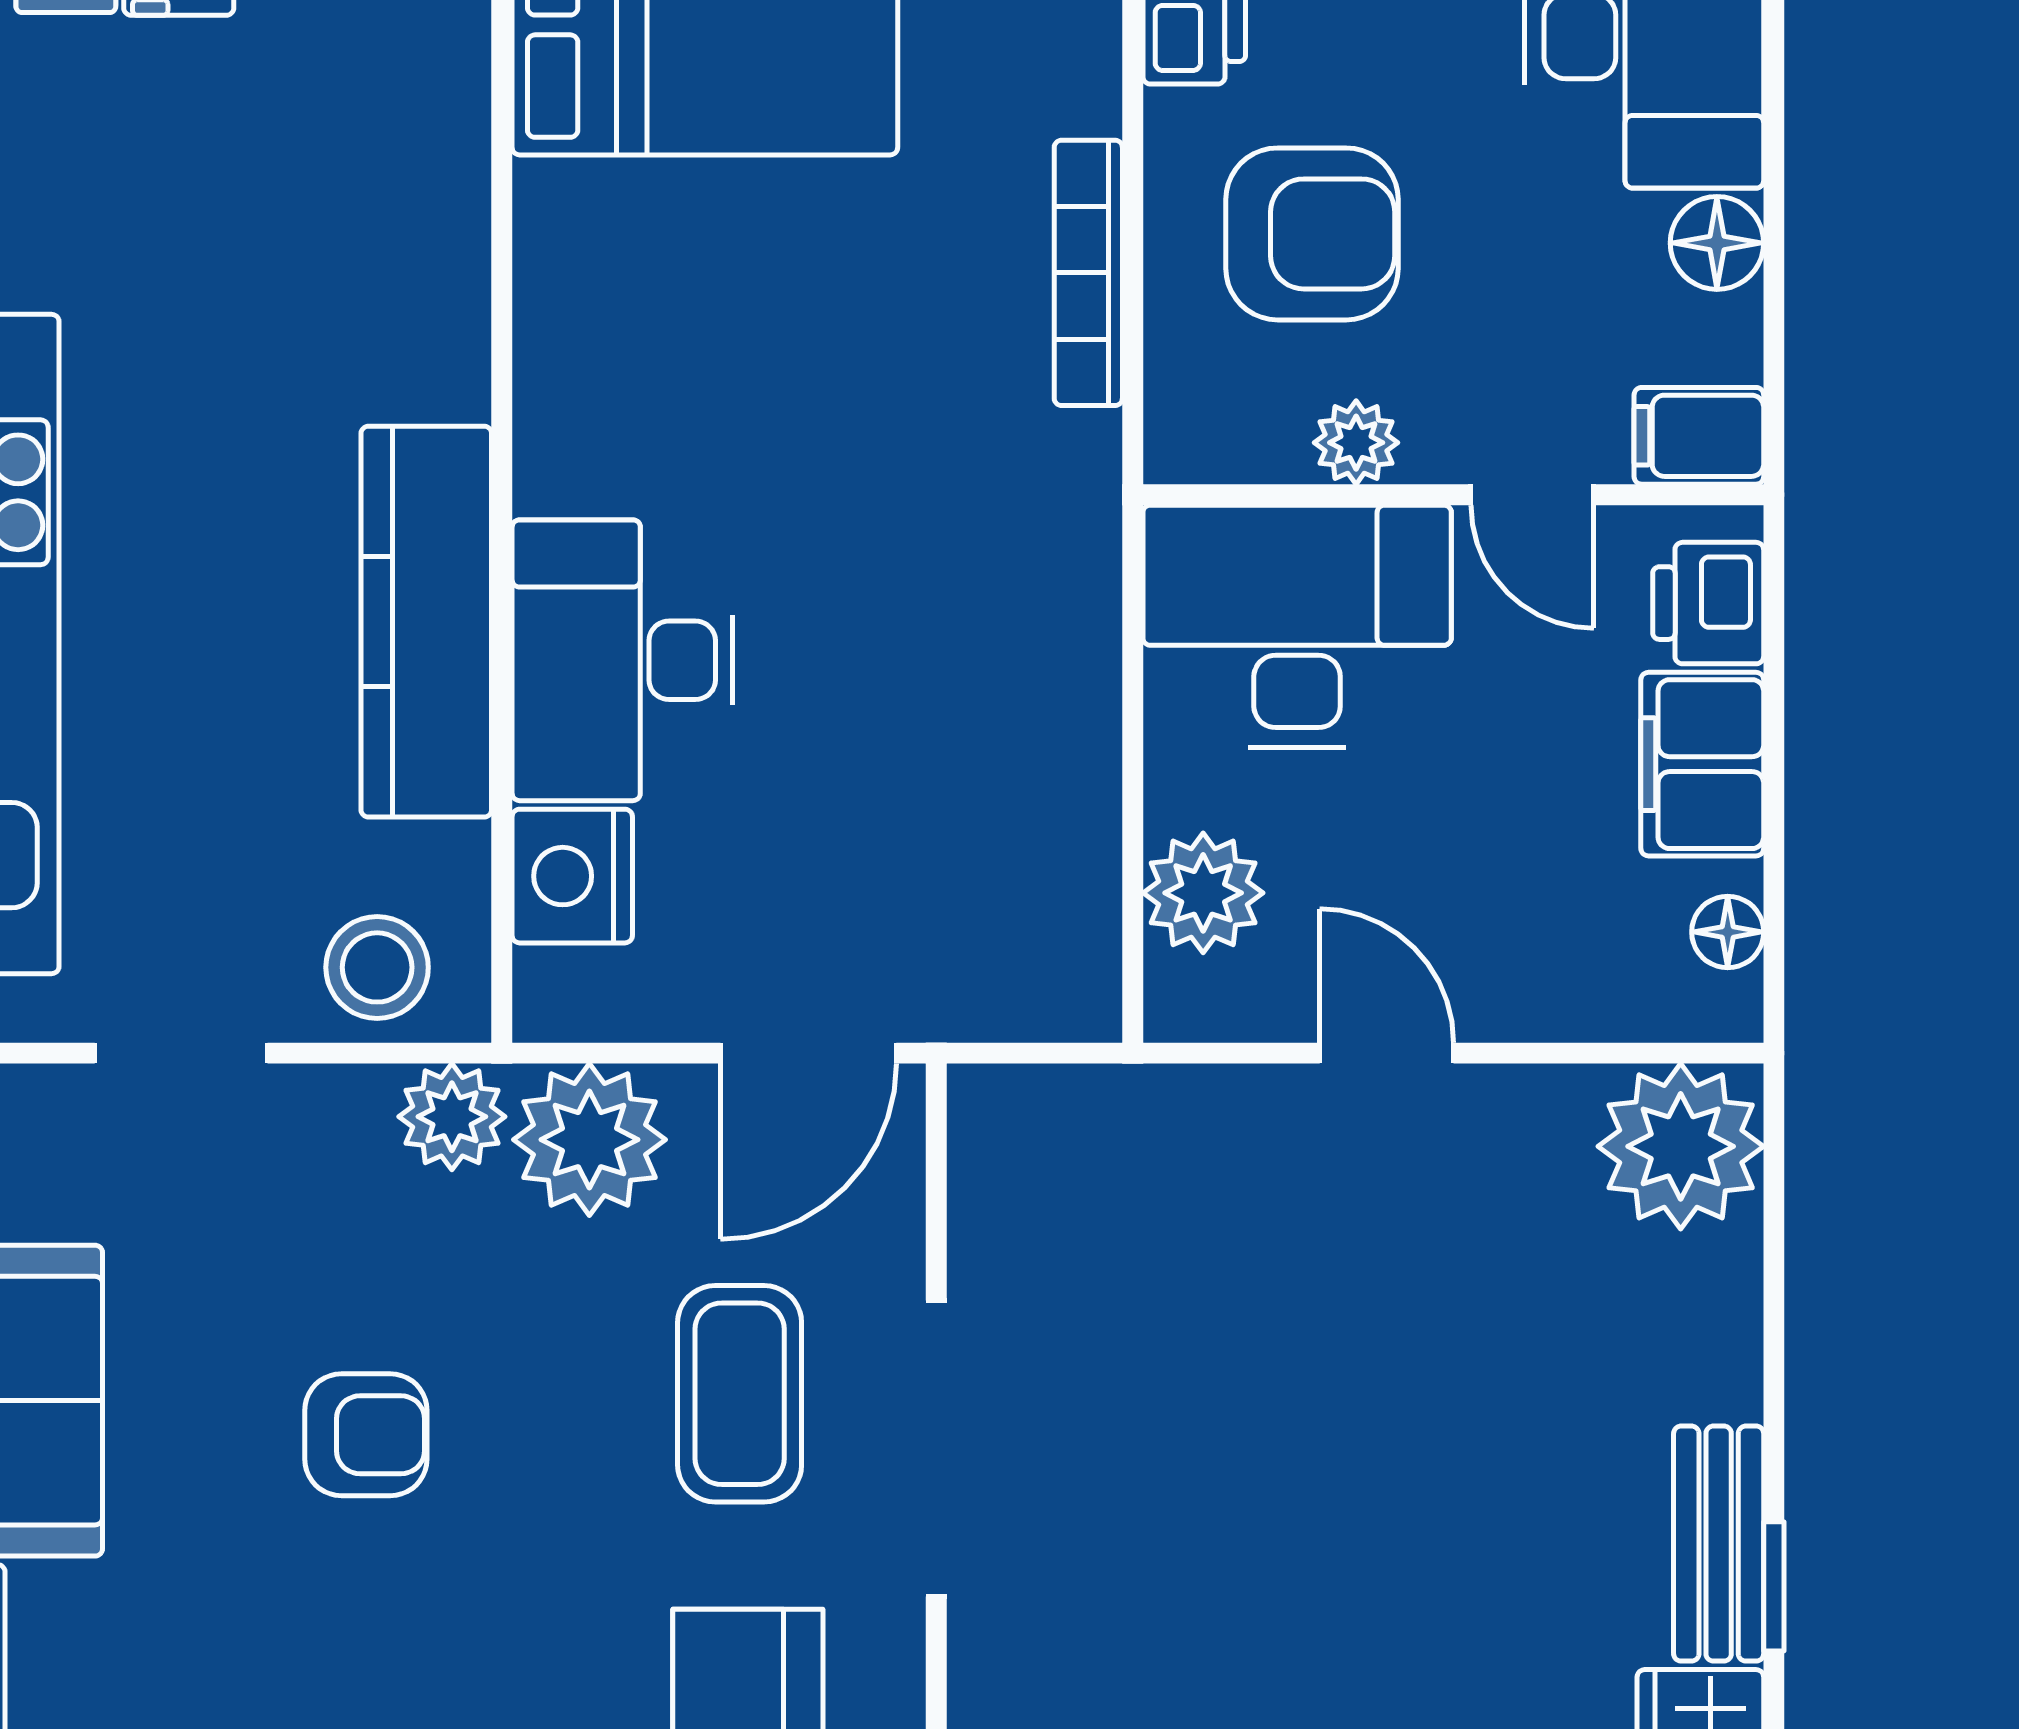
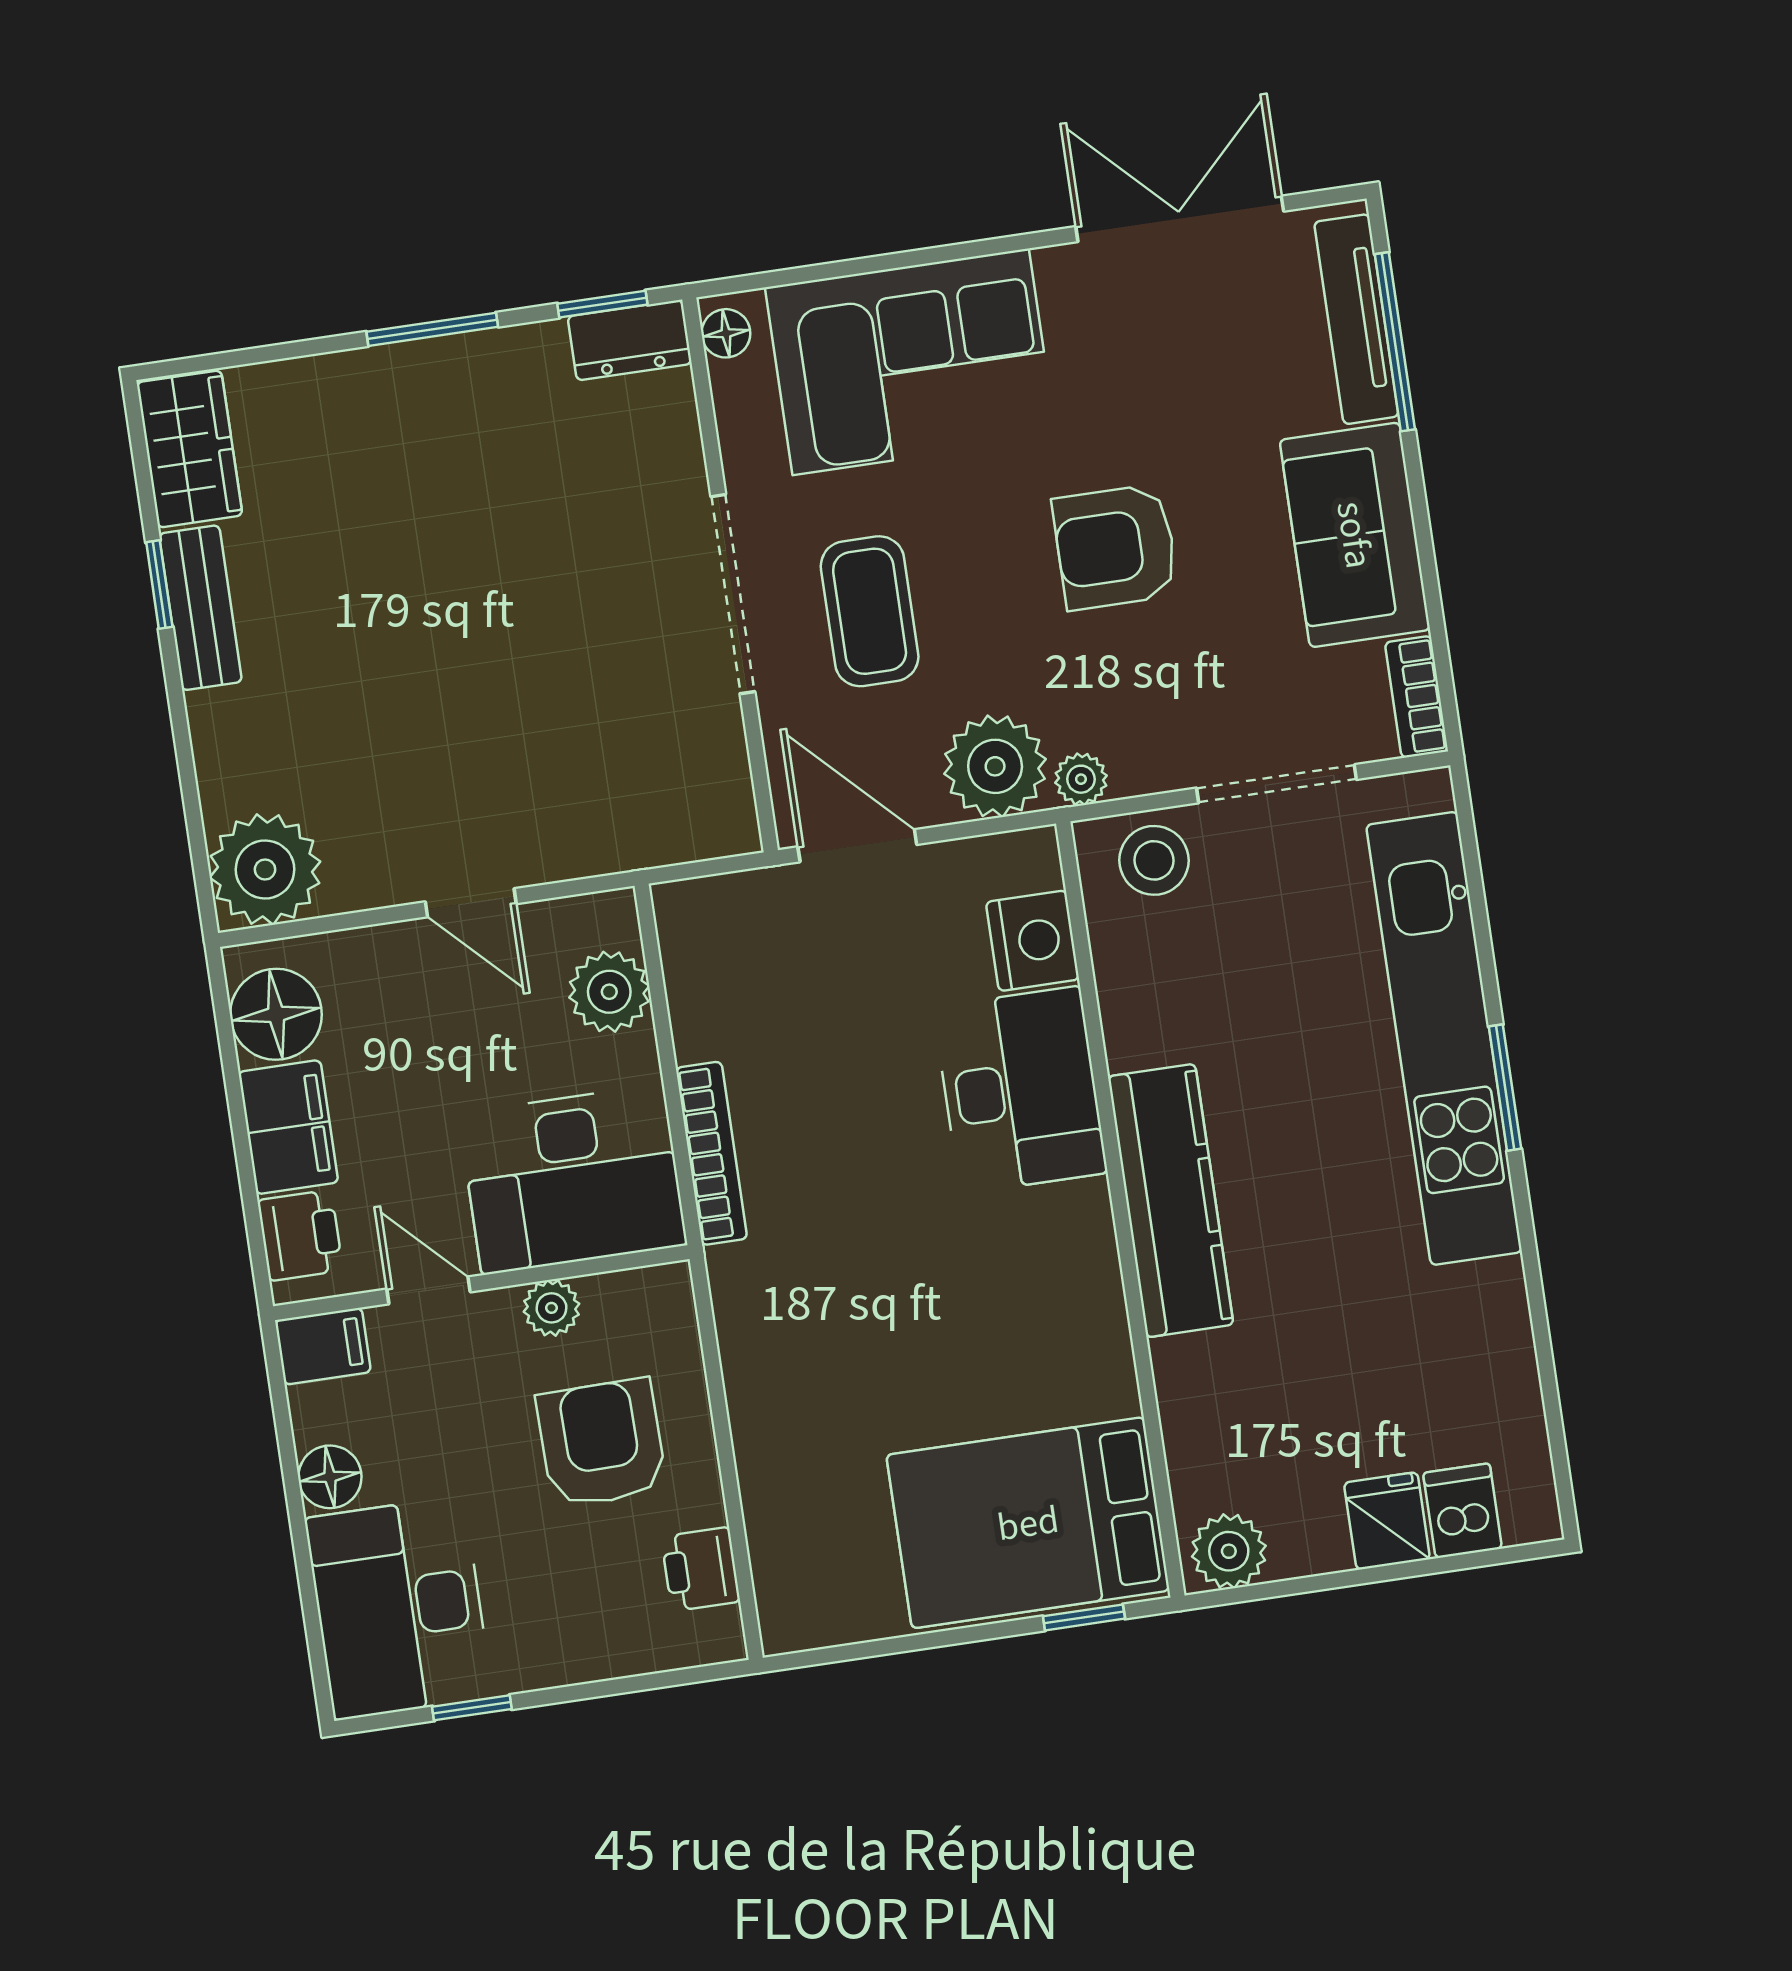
armchair: (1312, 234) -> (602, 1443), turned 89
bookcase: (1088, 273) -> (711, 1153), moved
kitchen counter: (426, 622) -> (1171, 1201), moved
floor lamp: (1728, 932) -> (276, 1014), width x1.89, depth x1.89
doorway: (181, 1053) -> (1277, 784), width x1.38
door: (808, 1053) -> (857, 846), hinge flipped
plant: (452, 1117) -> (1081, 779), width x0.73, depth x0.73
armchair: (366, 1435) -> (1115, 547), width x1.38, depth x1.38

